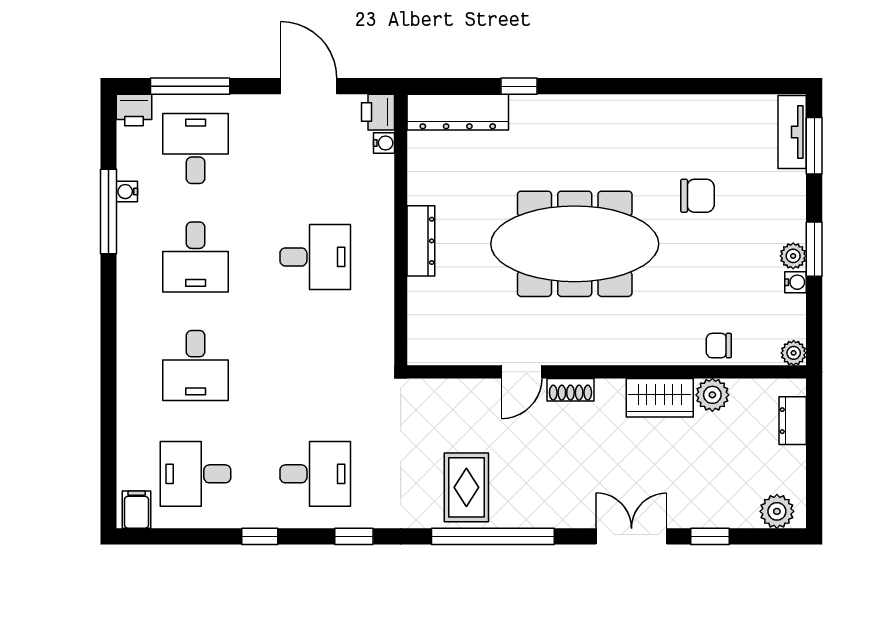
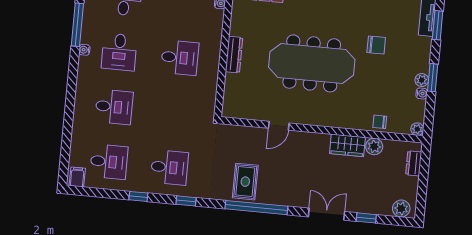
water cooler: (127, 192) -> (84, 50), moved
desk: (196, 365) -> (114, 107), turned -90
shoe rack: (570, 390) -> (303, 137), removed
desk: (196, 474) -> (109, 162), turned 180

